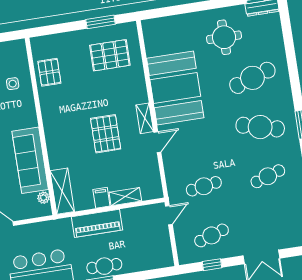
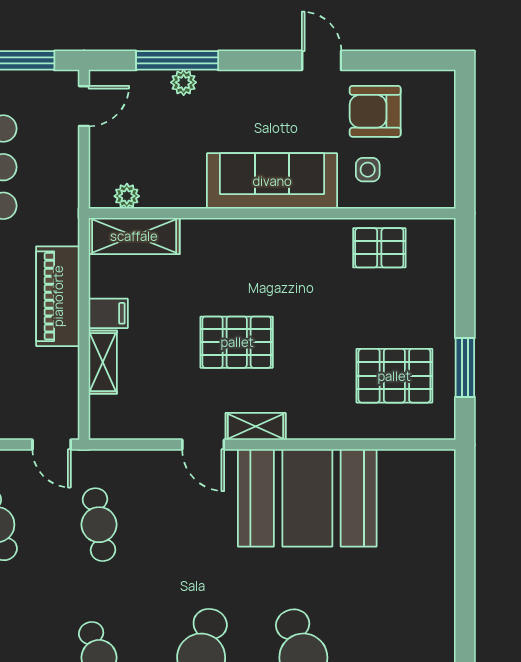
round table: (224, 37) -> (395, 613), removed
pallet: (110, 55) -> (394, 376), turned 90
sofa: (30, 160) -> (272, 181), moved

